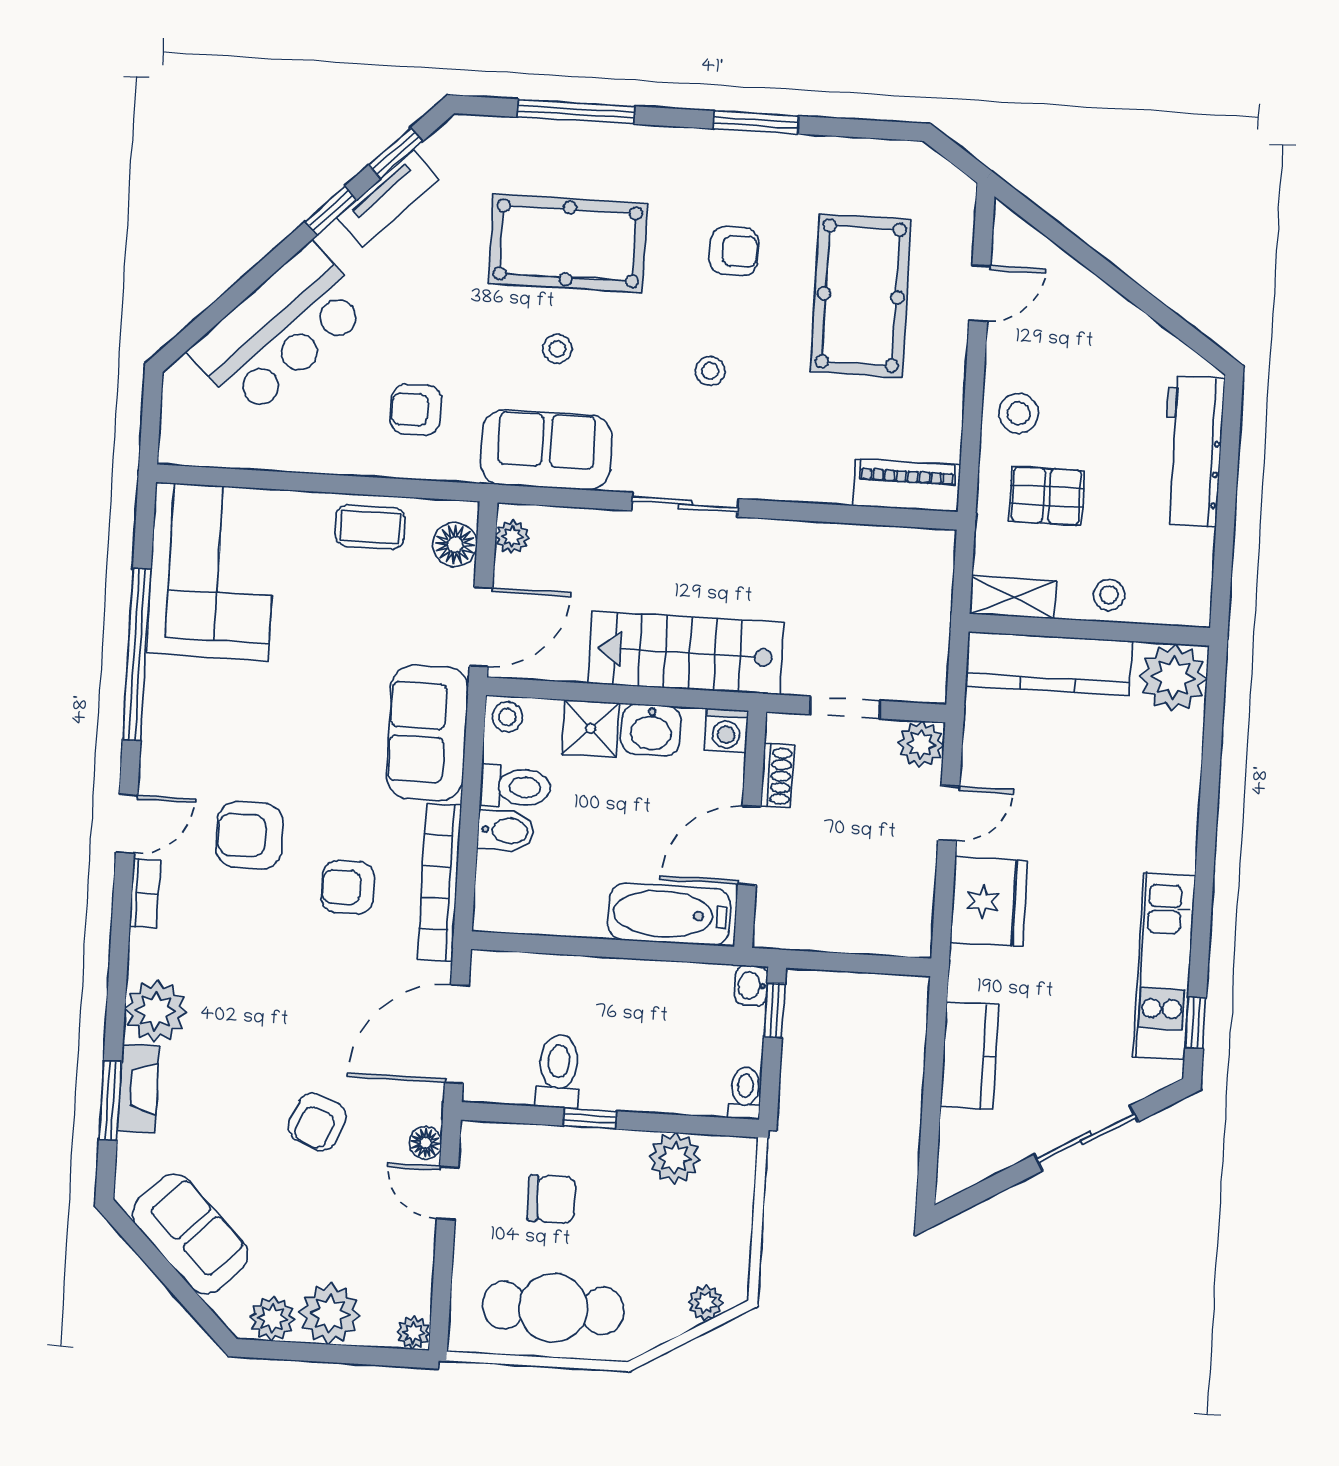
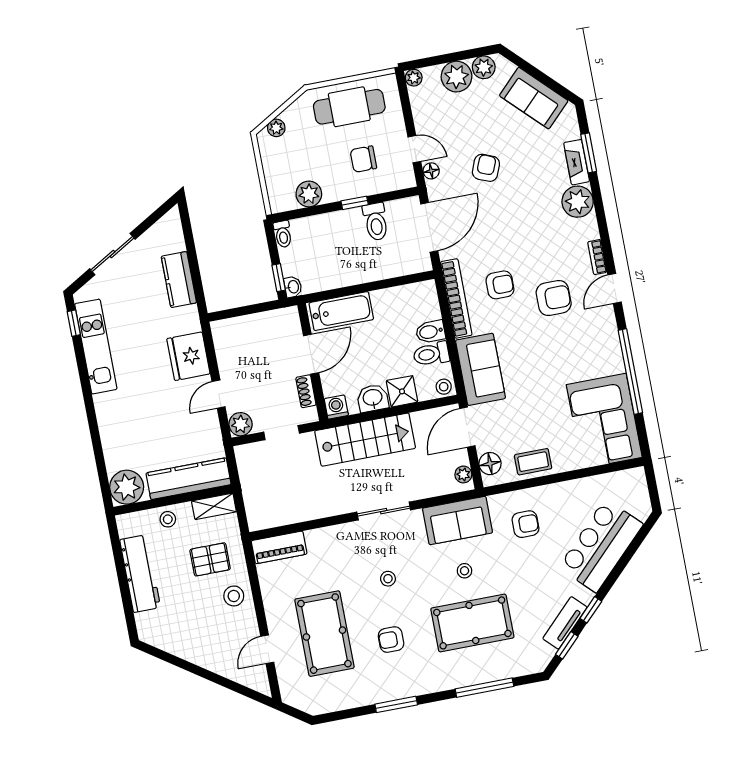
workbench: (1193, 451) -> (140, 574), moved

